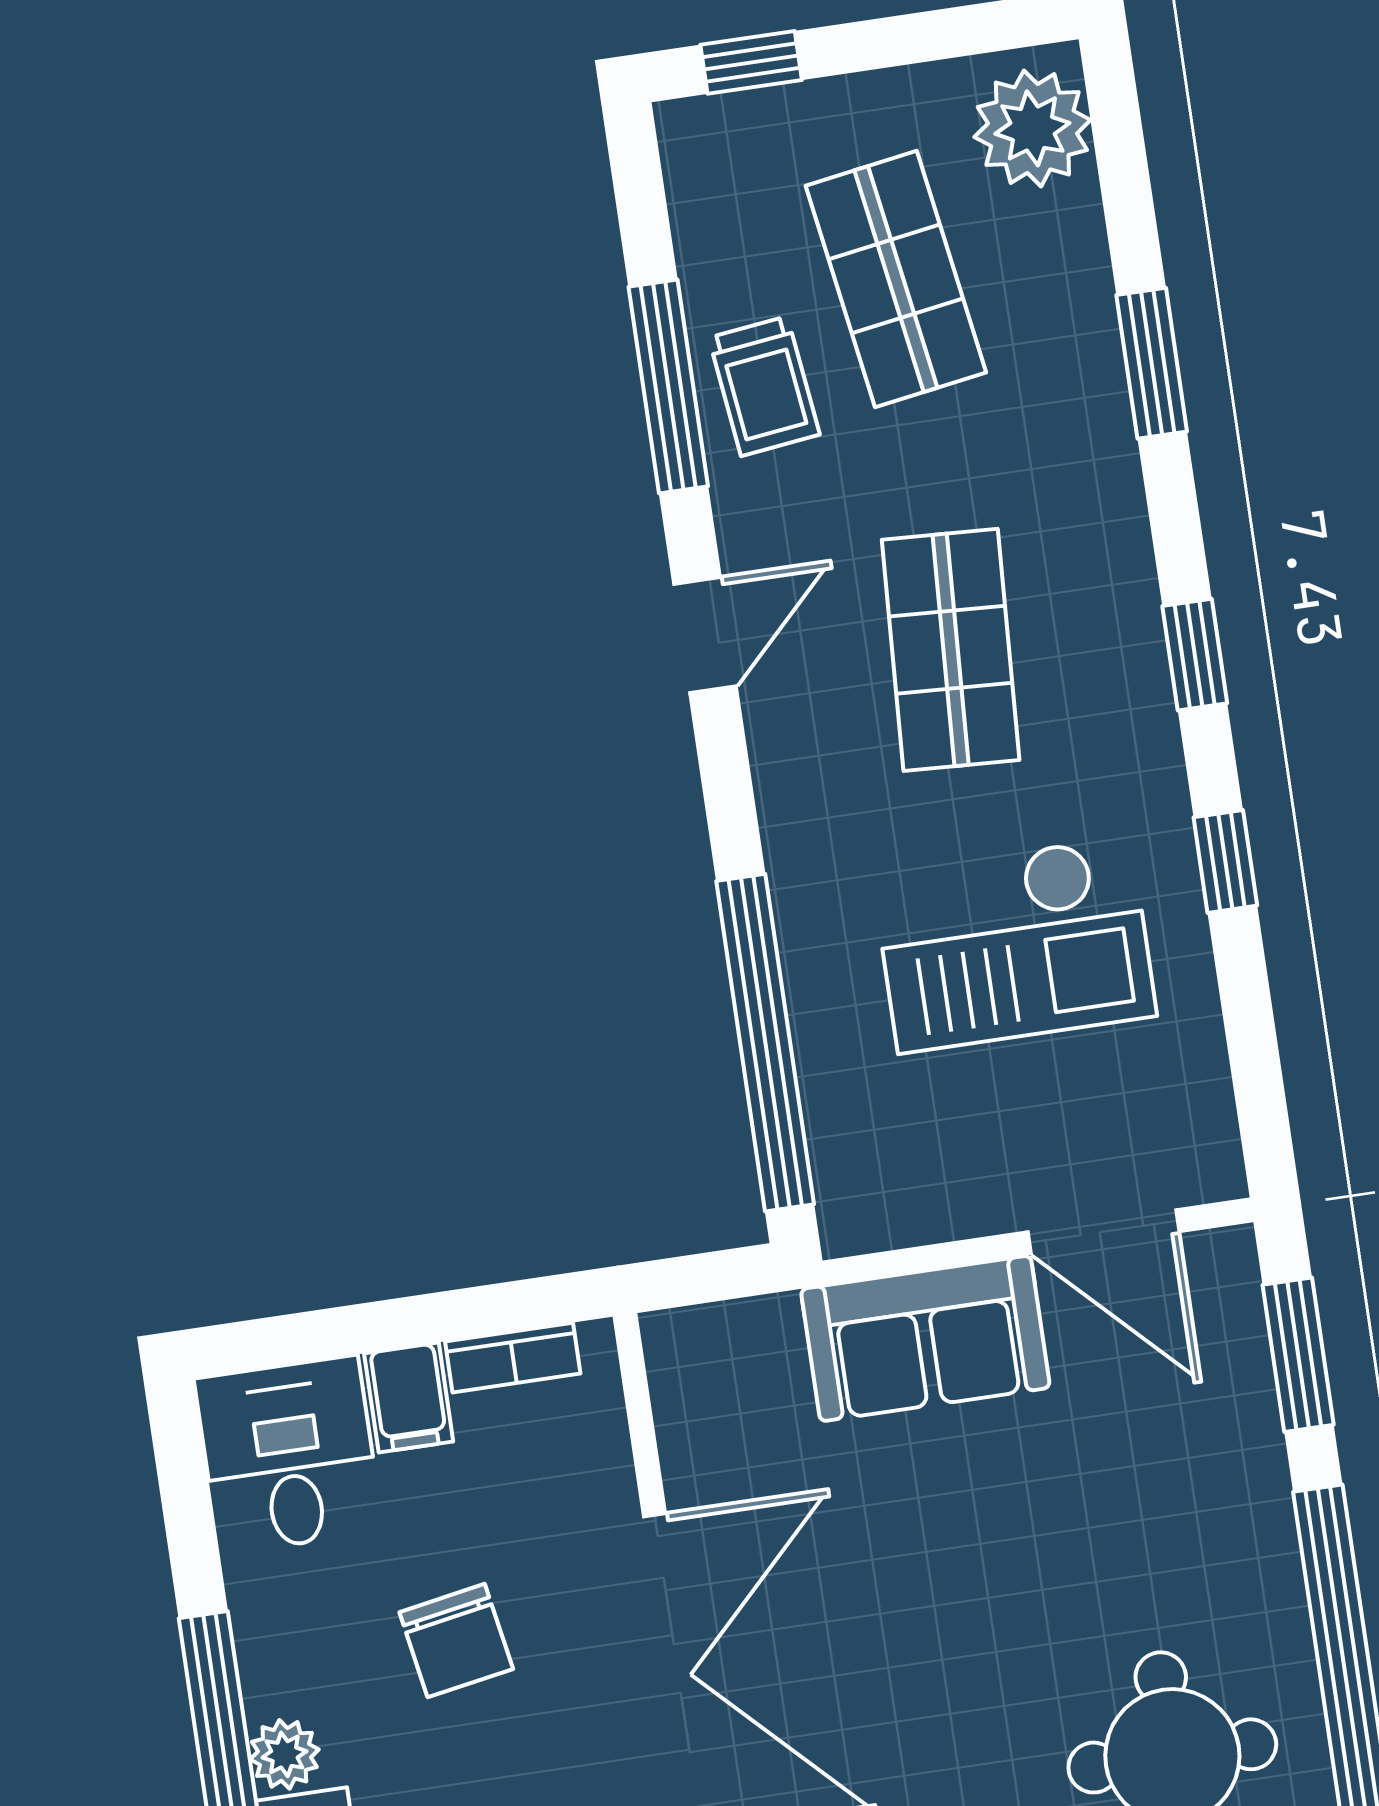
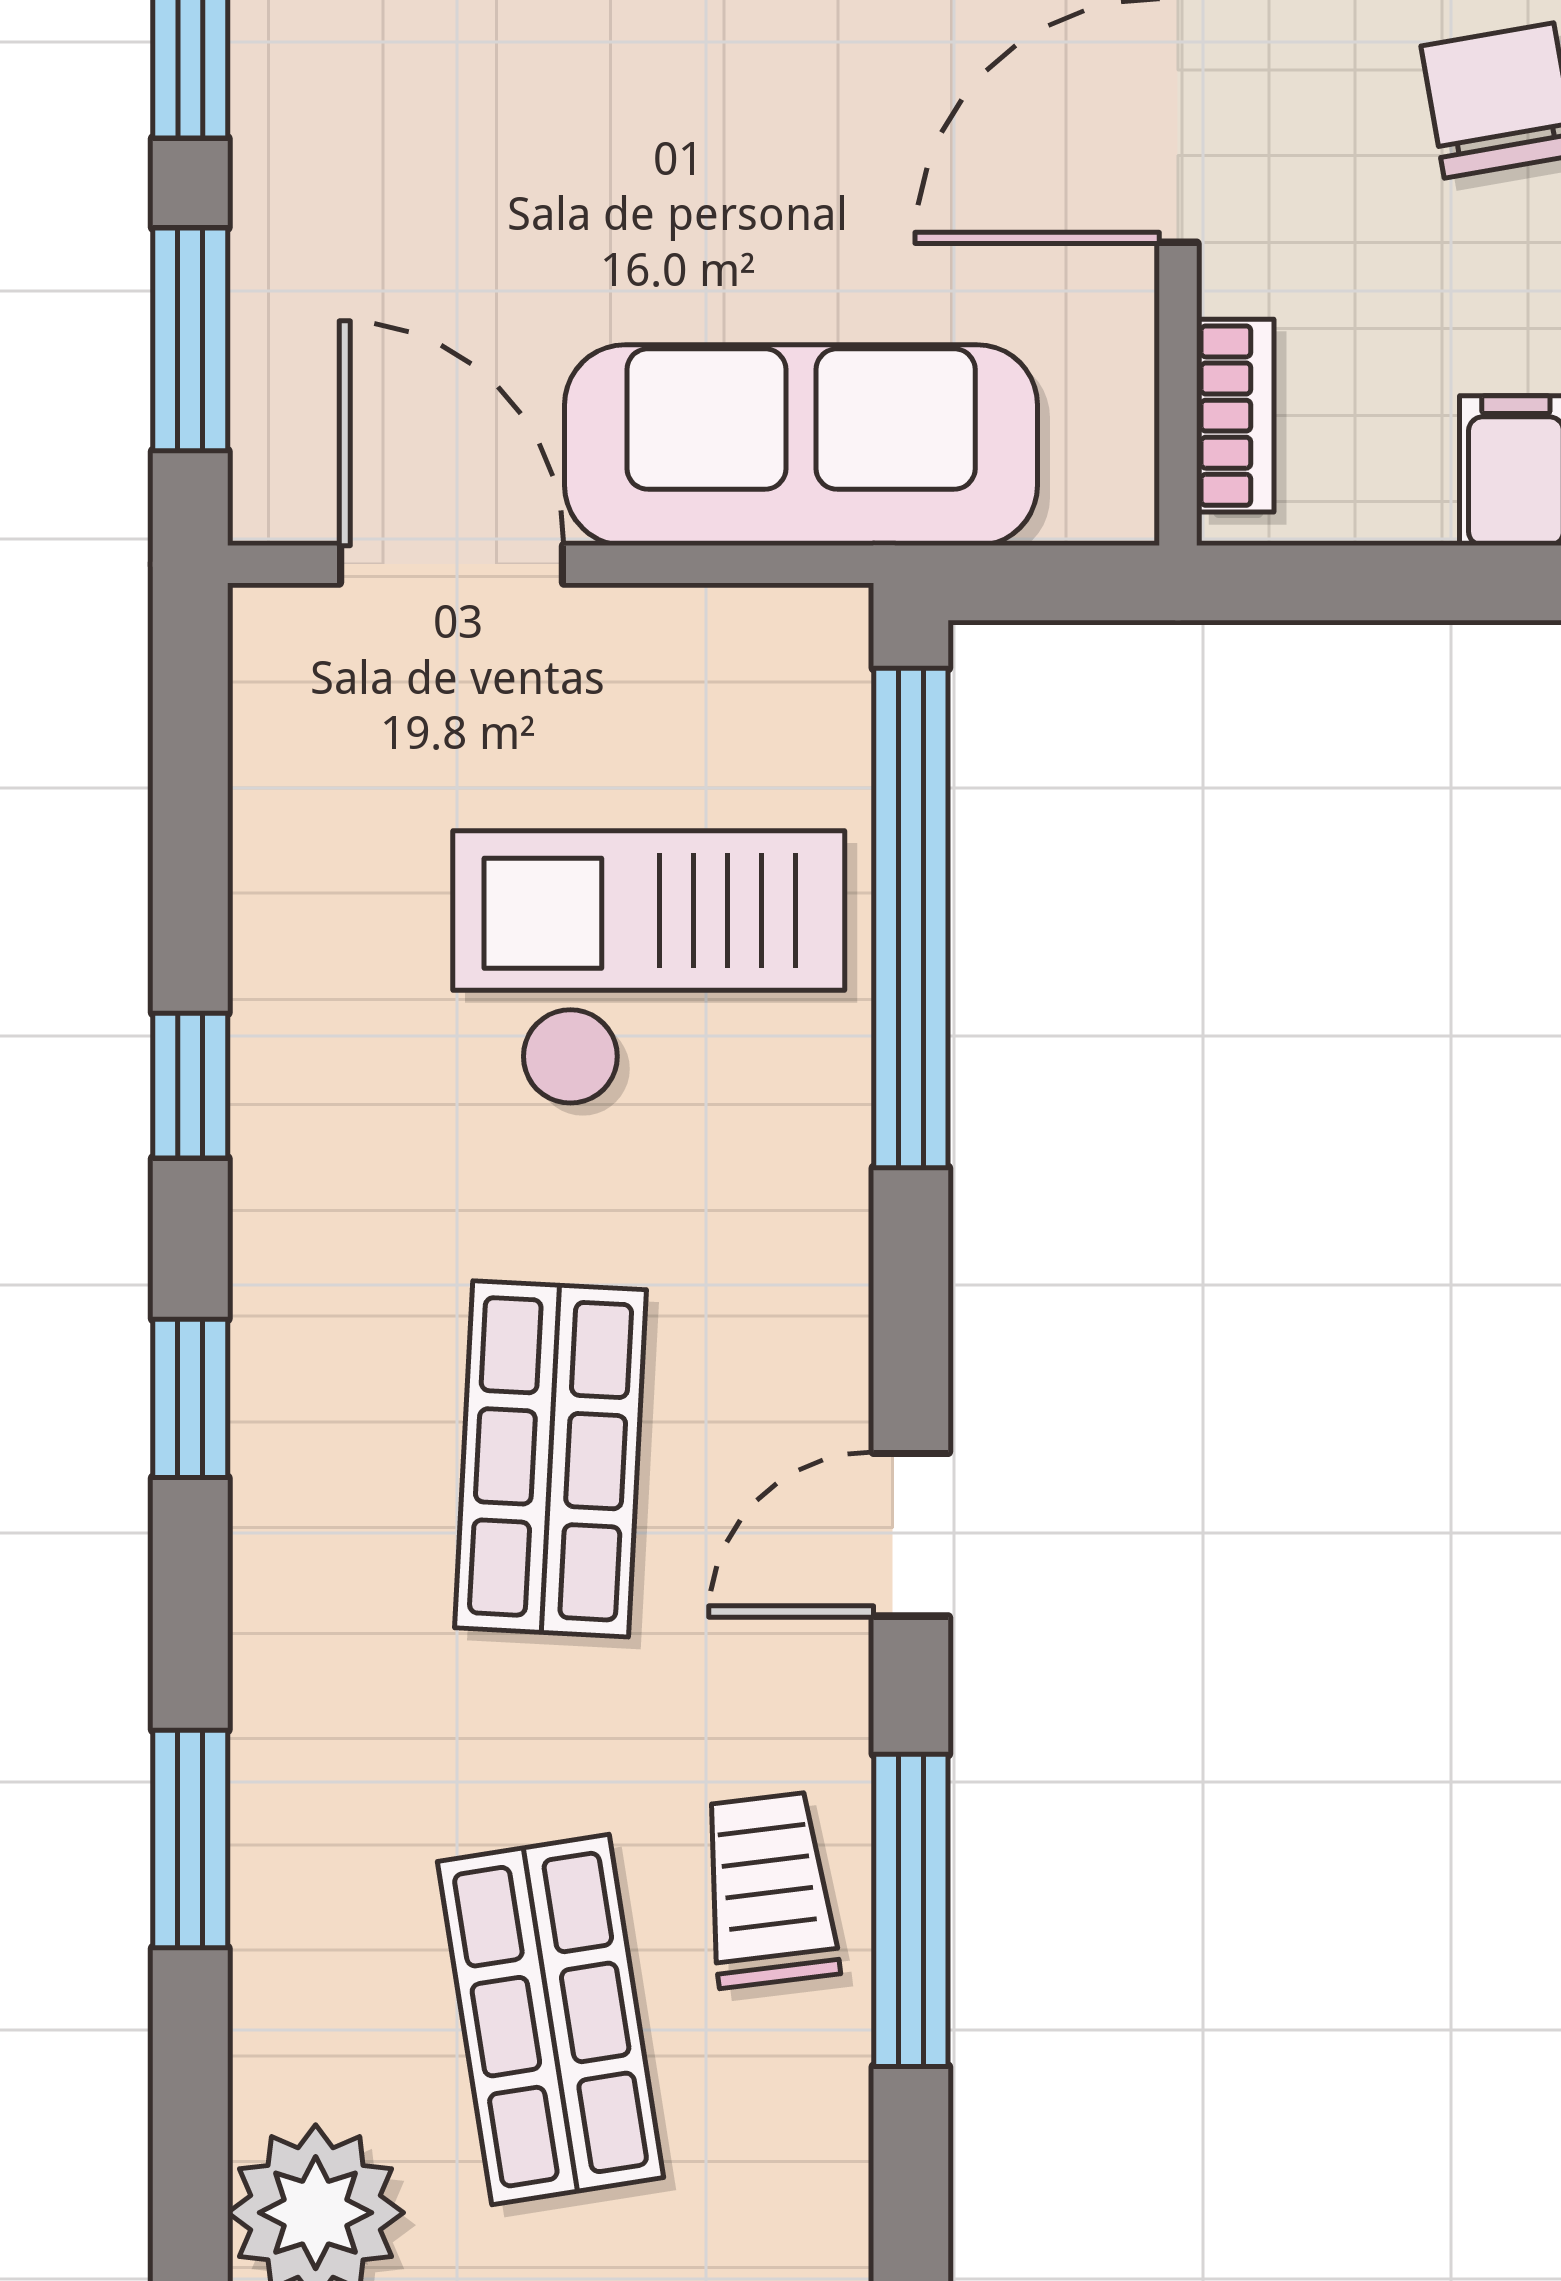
checkout: (1014, 944) -> (649, 968), moved
sofa: (925, 1338) -> (801, 445), width x1.36
bookcase: (513, 1358) -> (1235, 416), moved, turned 90

